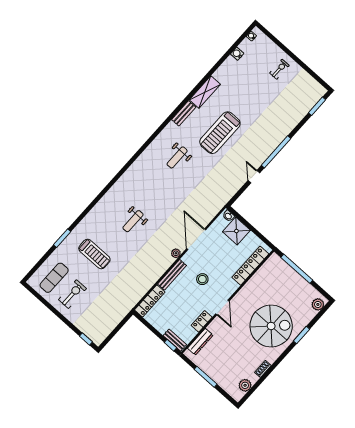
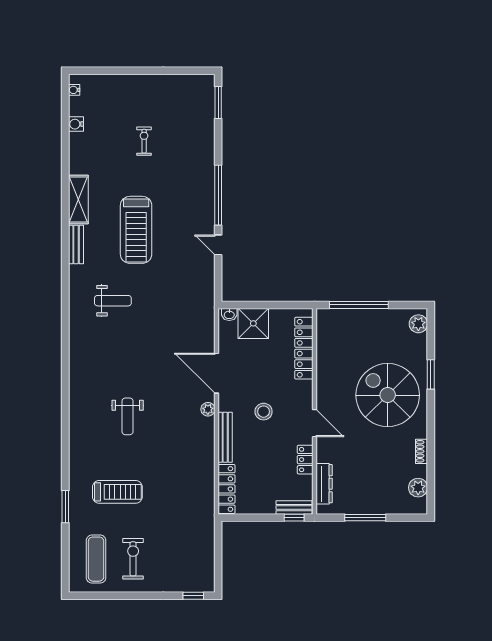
exercise bike: (279, 69) -> (144, 141), moved
weight bench: (177, 157) -> (113, 301), turned -90
spiral stairs: (271, 326) -> (388, 395), turned -90

